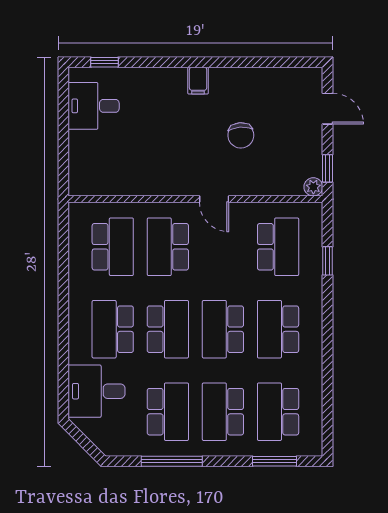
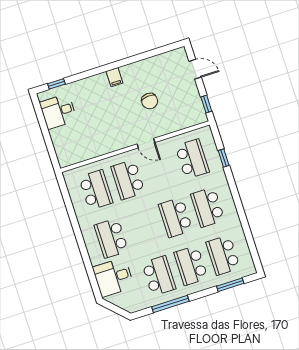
plant: (313, 187) -> (202, 117), removed
school desk: (168, 329) -> (143, 228), removed

